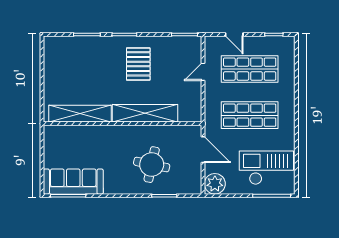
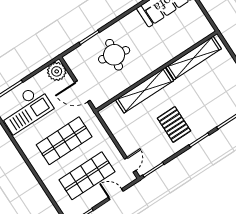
door: (203, 72) -> (130, 165), moved

